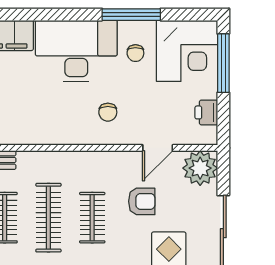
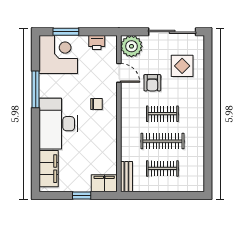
chair: (135, 53) -> (60, 87), removed
window: (223, 63) -> (66, 32), width x0.69
armchair: (142, 201) -> (152, 83), turned 180

